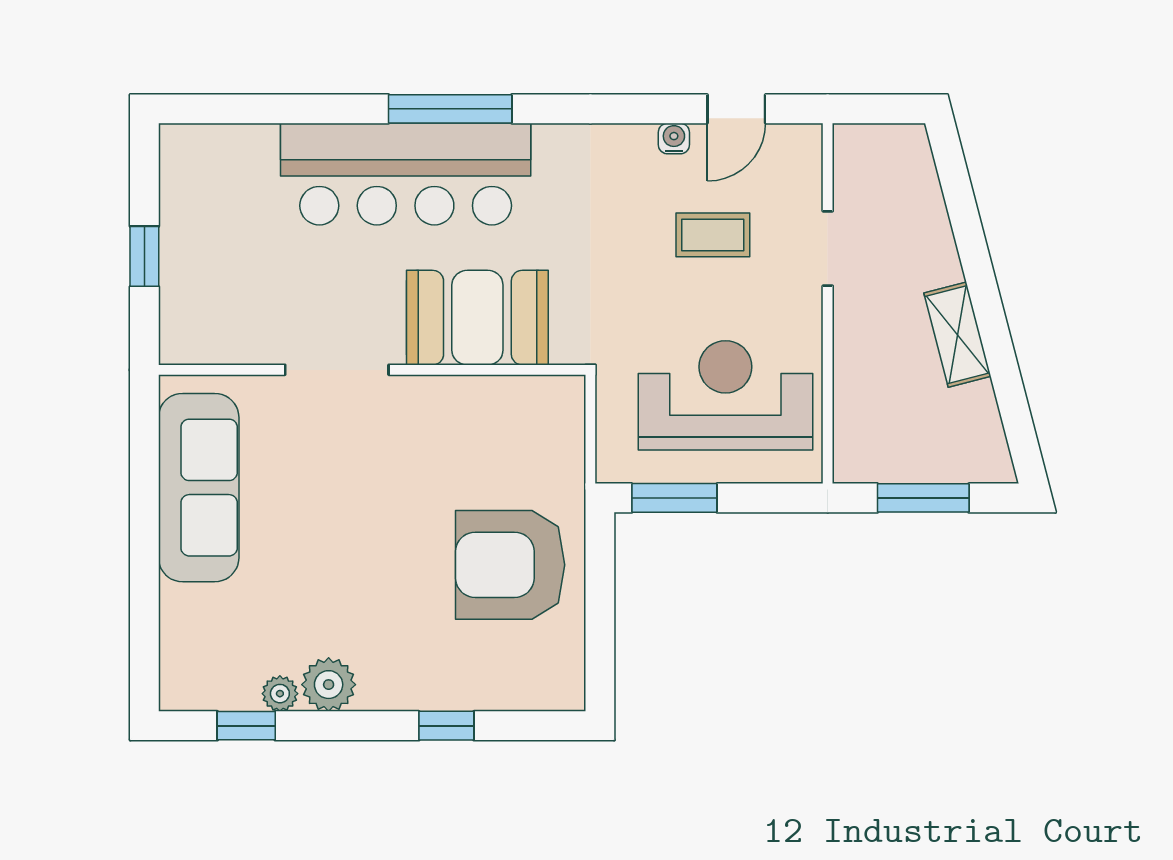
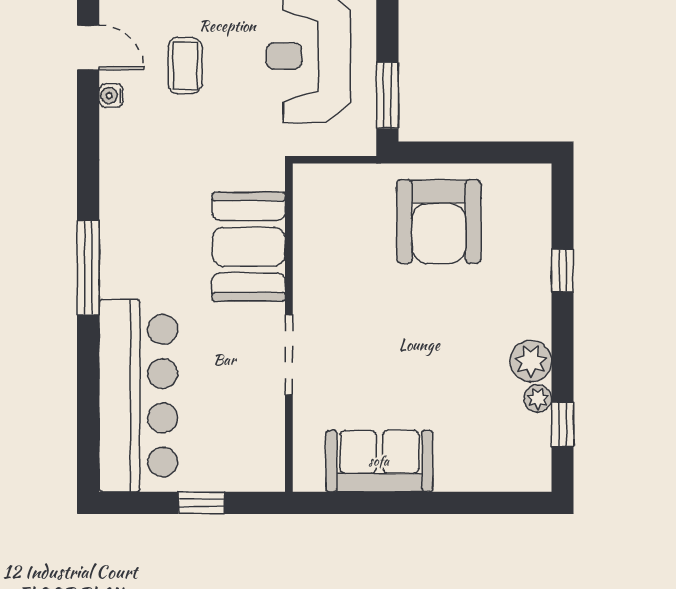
bar counter: (406, 174) -> (138, 396), moved
sofa: (199, 488) -> (379, 461), width x0.73

